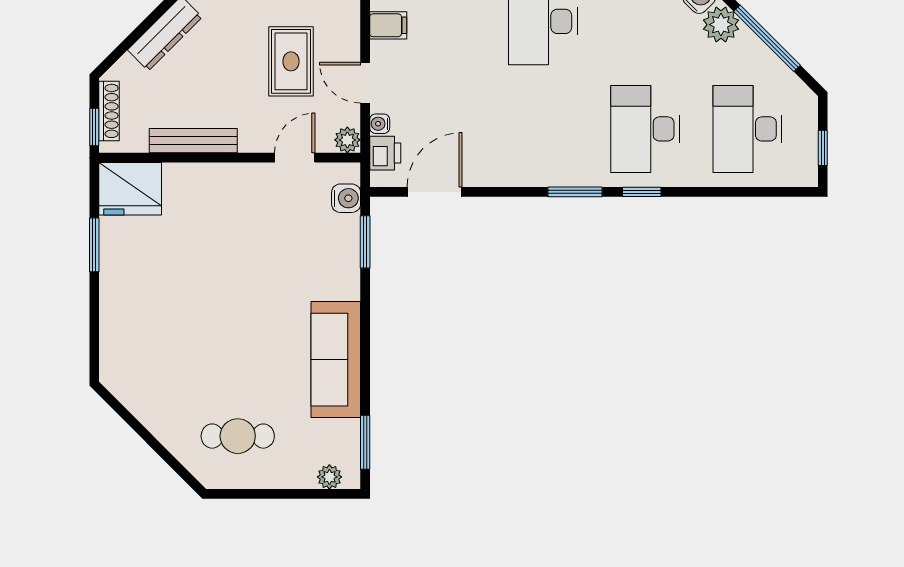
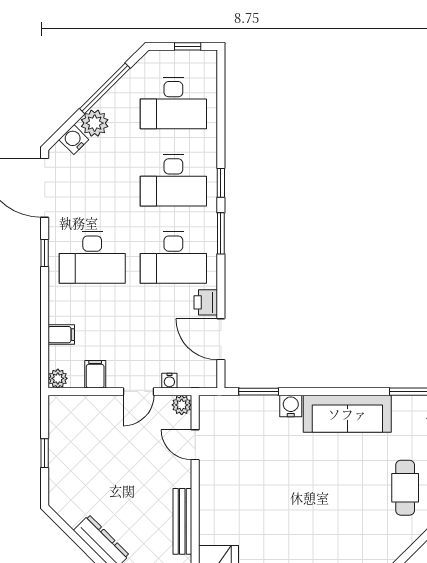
rug: (291, 61) -> (122, 448), removed
desk: (543, 129) -> (173, 258), added
printer: (385, 153) -> (206, 302), moved, turned -90
water cooler: (346, 198) -> (291, 406), moved

